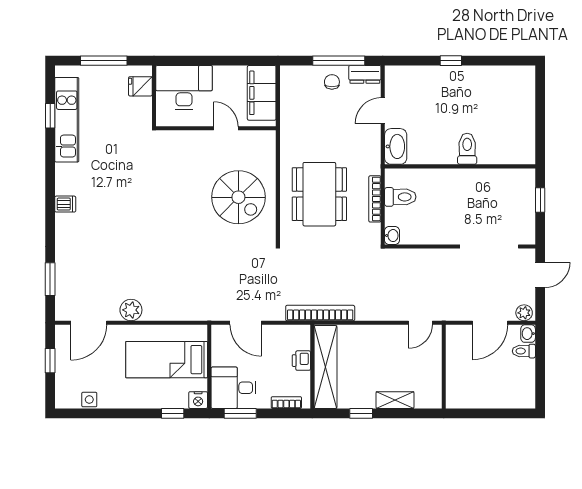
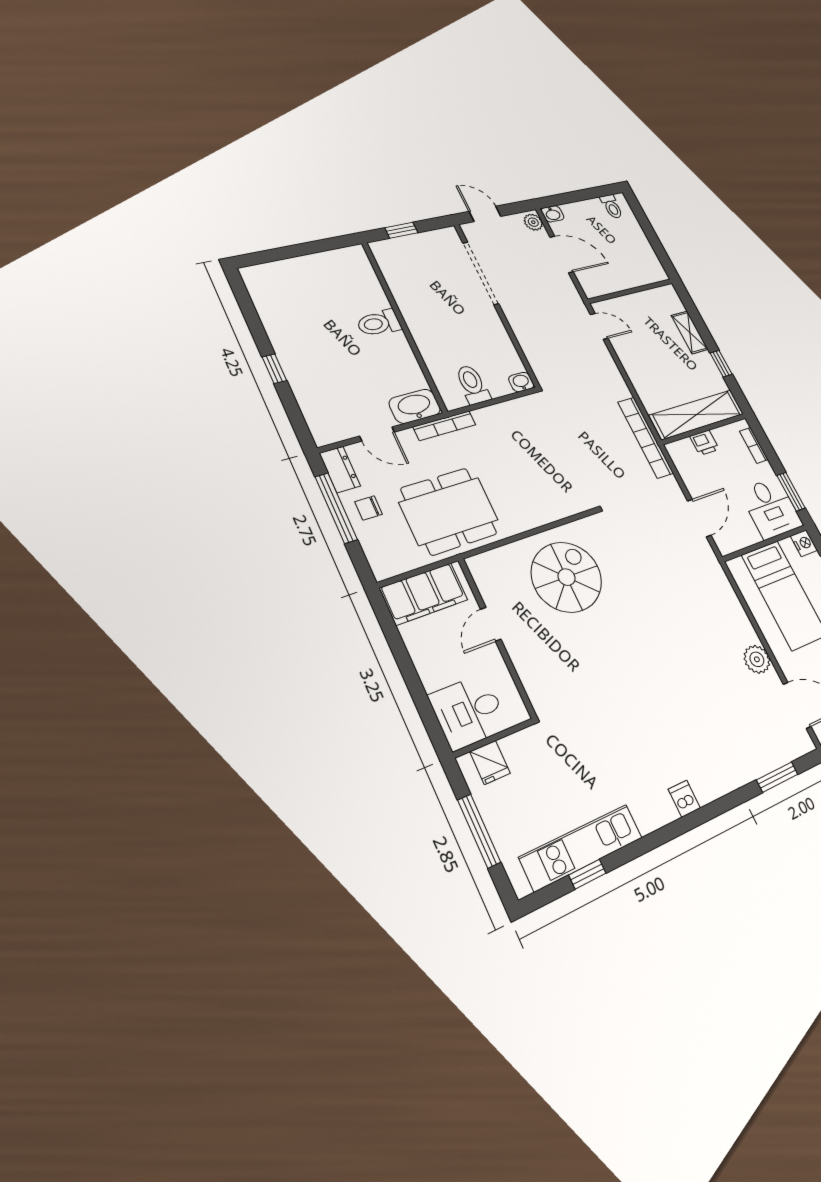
desk: (184, 87) -> (469, 712), width x0.73
dining table: (319, 194) -> (449, 511), moved
bookcase: (375, 199) -> (444, 426), moved
toilet: (524, 351) -> (612, 207), moved

